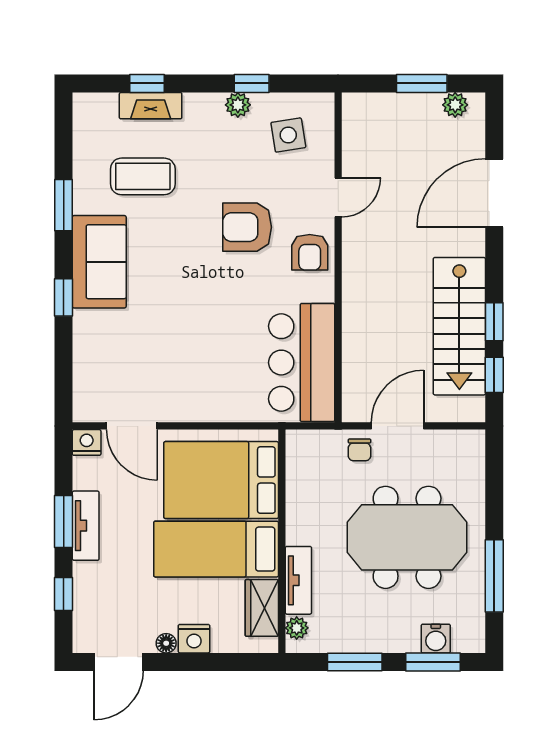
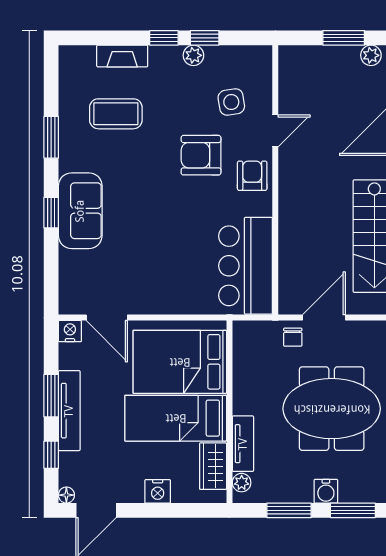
window: (147, 83) -> (164, 38), moved
side table: (288, 135) -> (231, 102), moved
armchair: (310, 252) -> (252, 176), turned 180
sofa: (99, 262) -> (80, 211), moved
tv unit: (86, 526) -> (69, 411), width x1.41
water cooler: (436, 639) -> (326, 491), moved
floor lamp: (166, 643) -> (66, 495), moved

